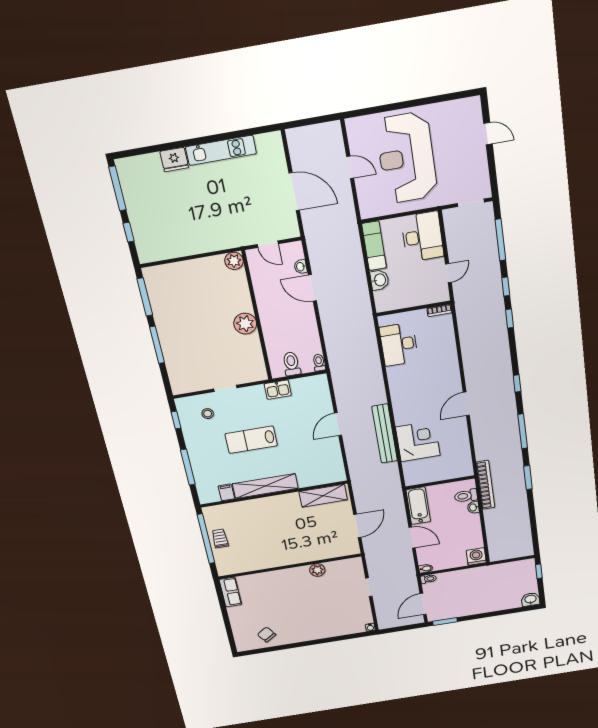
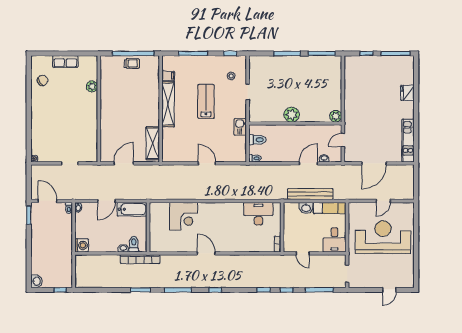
kitchen unit: (221, 150) -> (408, 141), moved
desk: (422, 237) -> (335, 240), width x0.73
bench: (385, 434) -> (310, 194), moved
door: (357, 526) -> (124, 163), swing flipped
plant: (317, 570) -> (92, 86), moved
row of seats: (230, 592) -> (65, 61), moved

